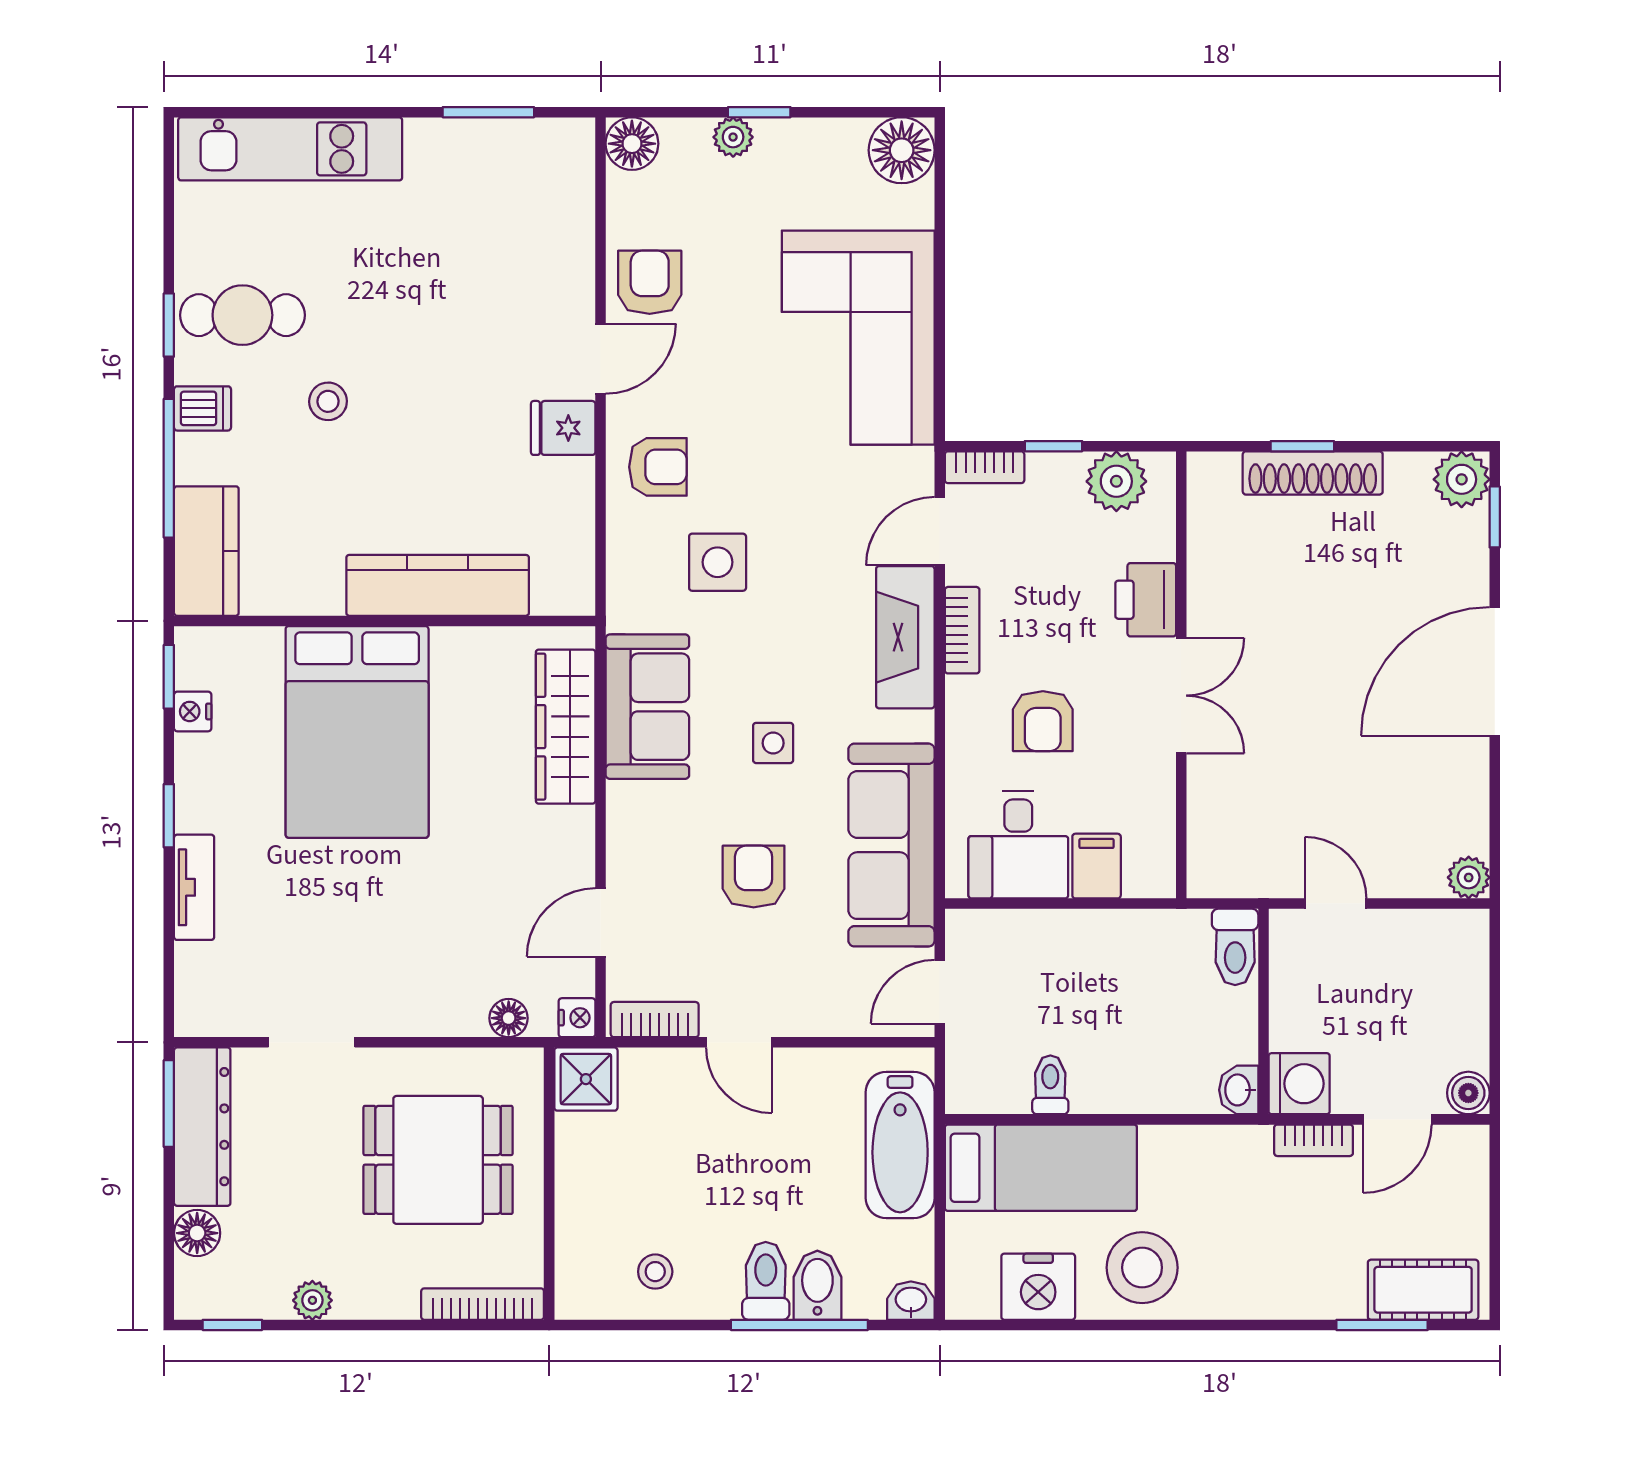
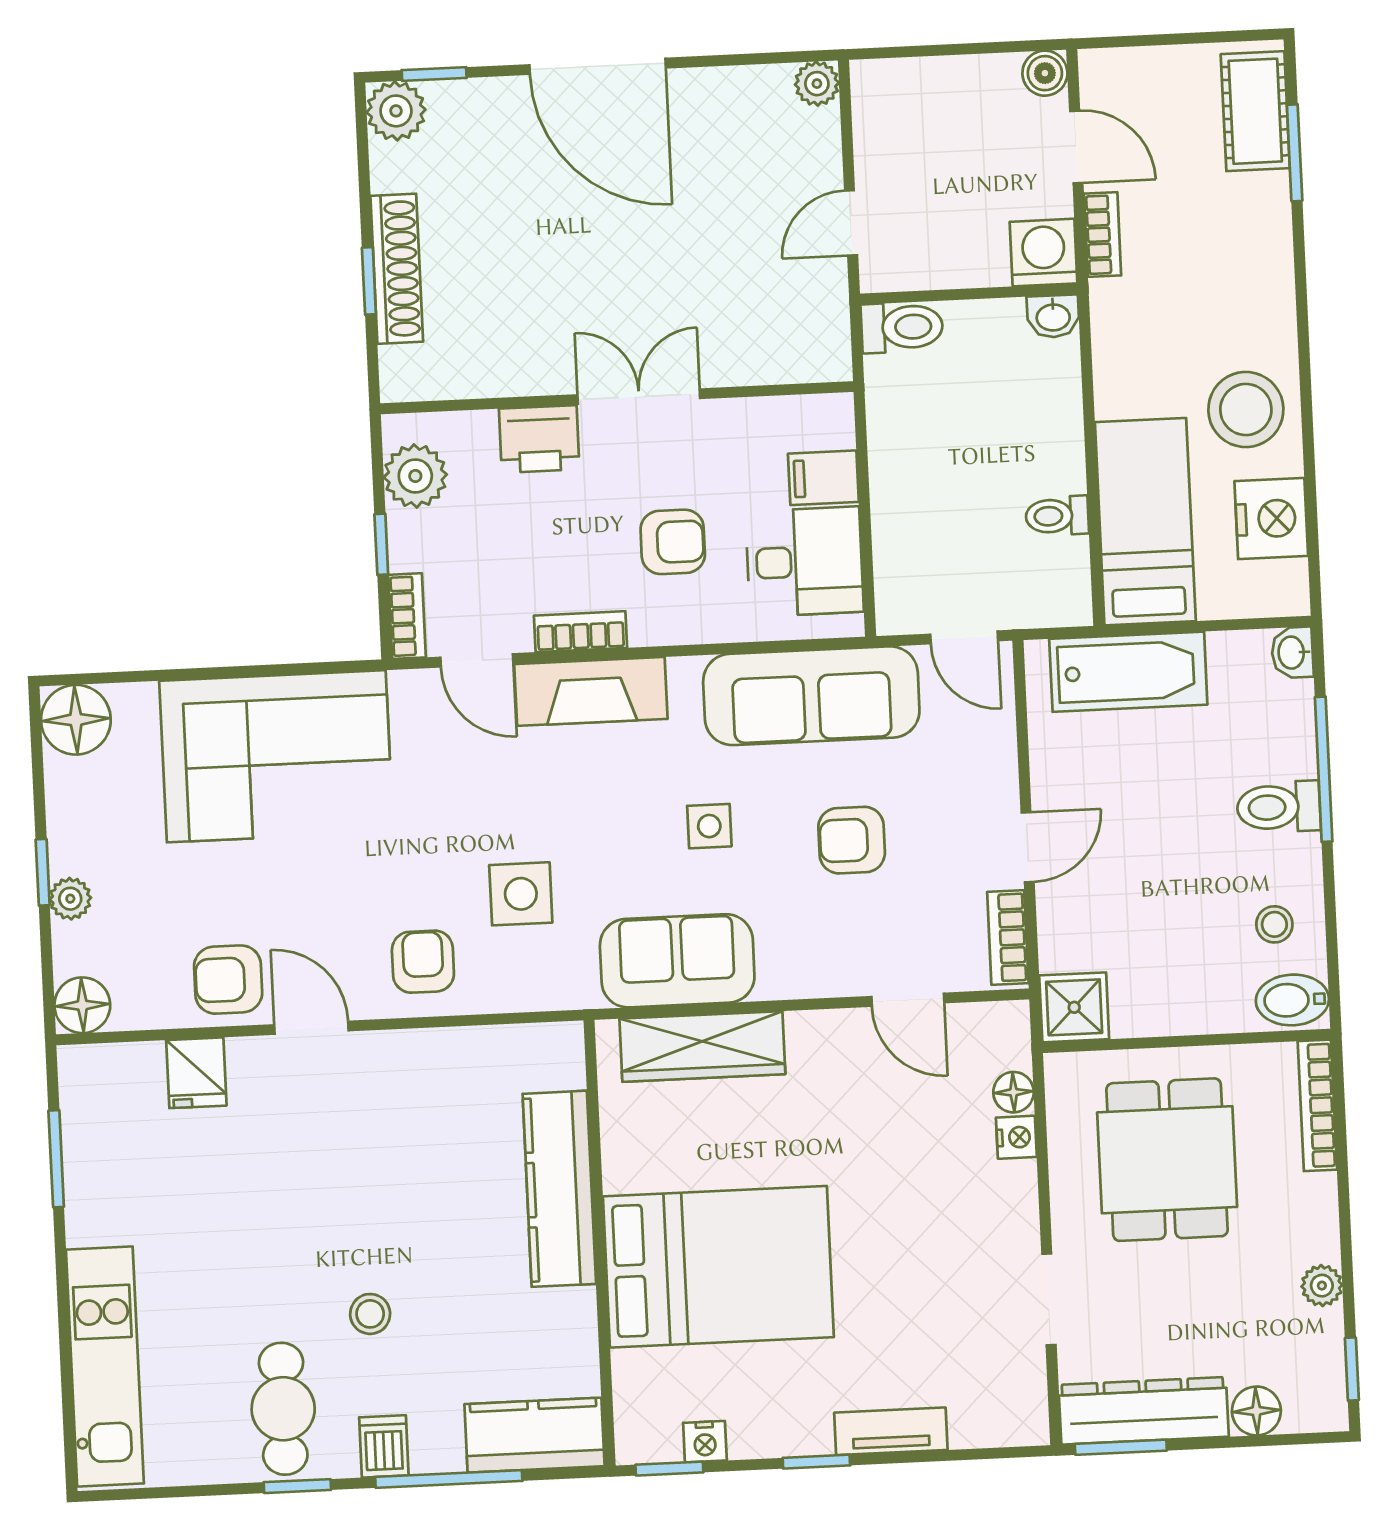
fridge: (563, 428) -> (196, 1073), moved
nightstand: (577, 1018) -> (1016, 1137), moved, turned 90
bidet: (817, 1285) -> (1292, 1000), moved

